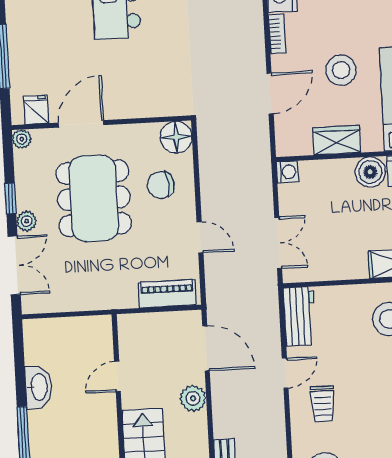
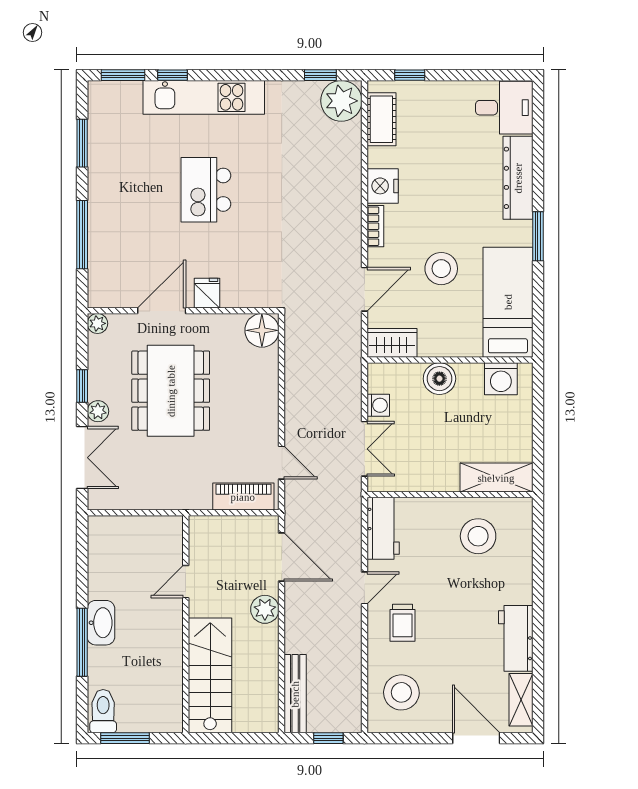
fridge: (36, 110) -> (207, 293), moved
wardrobe: (337, 140) -> (392, 343), moved
washing machine: (287, 172) -> (378, 405), moved
boiler: (370, 172) -> (439, 379), moved
chair: (161, 185) -> (243, 380), removed
door: (200, 237) -> (282, 463), moved
washbasin: (38, 387) -> (101, 623), moved

